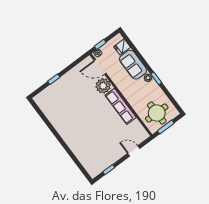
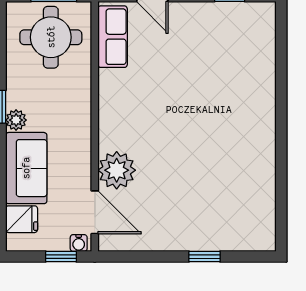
row of seats: (121, 106) -> (113, 37), moved, width x0.68

